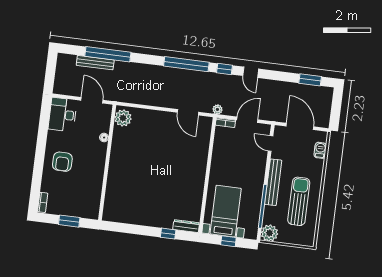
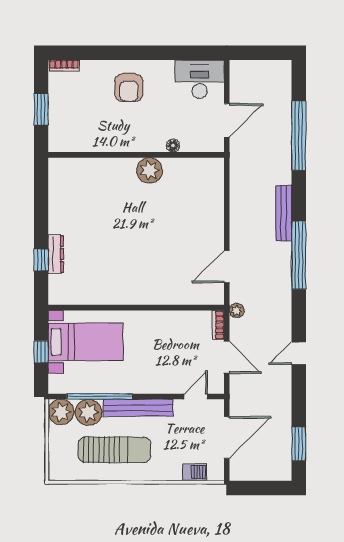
bench: (95, 63) -> (284, 213), moved
window: (225, 69) -> (299, 313), removed
plant: (123, 118) -> (150, 170), moved
armchair: (62, 162) -> (129, 88), turned -90
plant: (272, 215) -> (89, 412), added
dresser: (186, 226) -> (56, 254), moved

